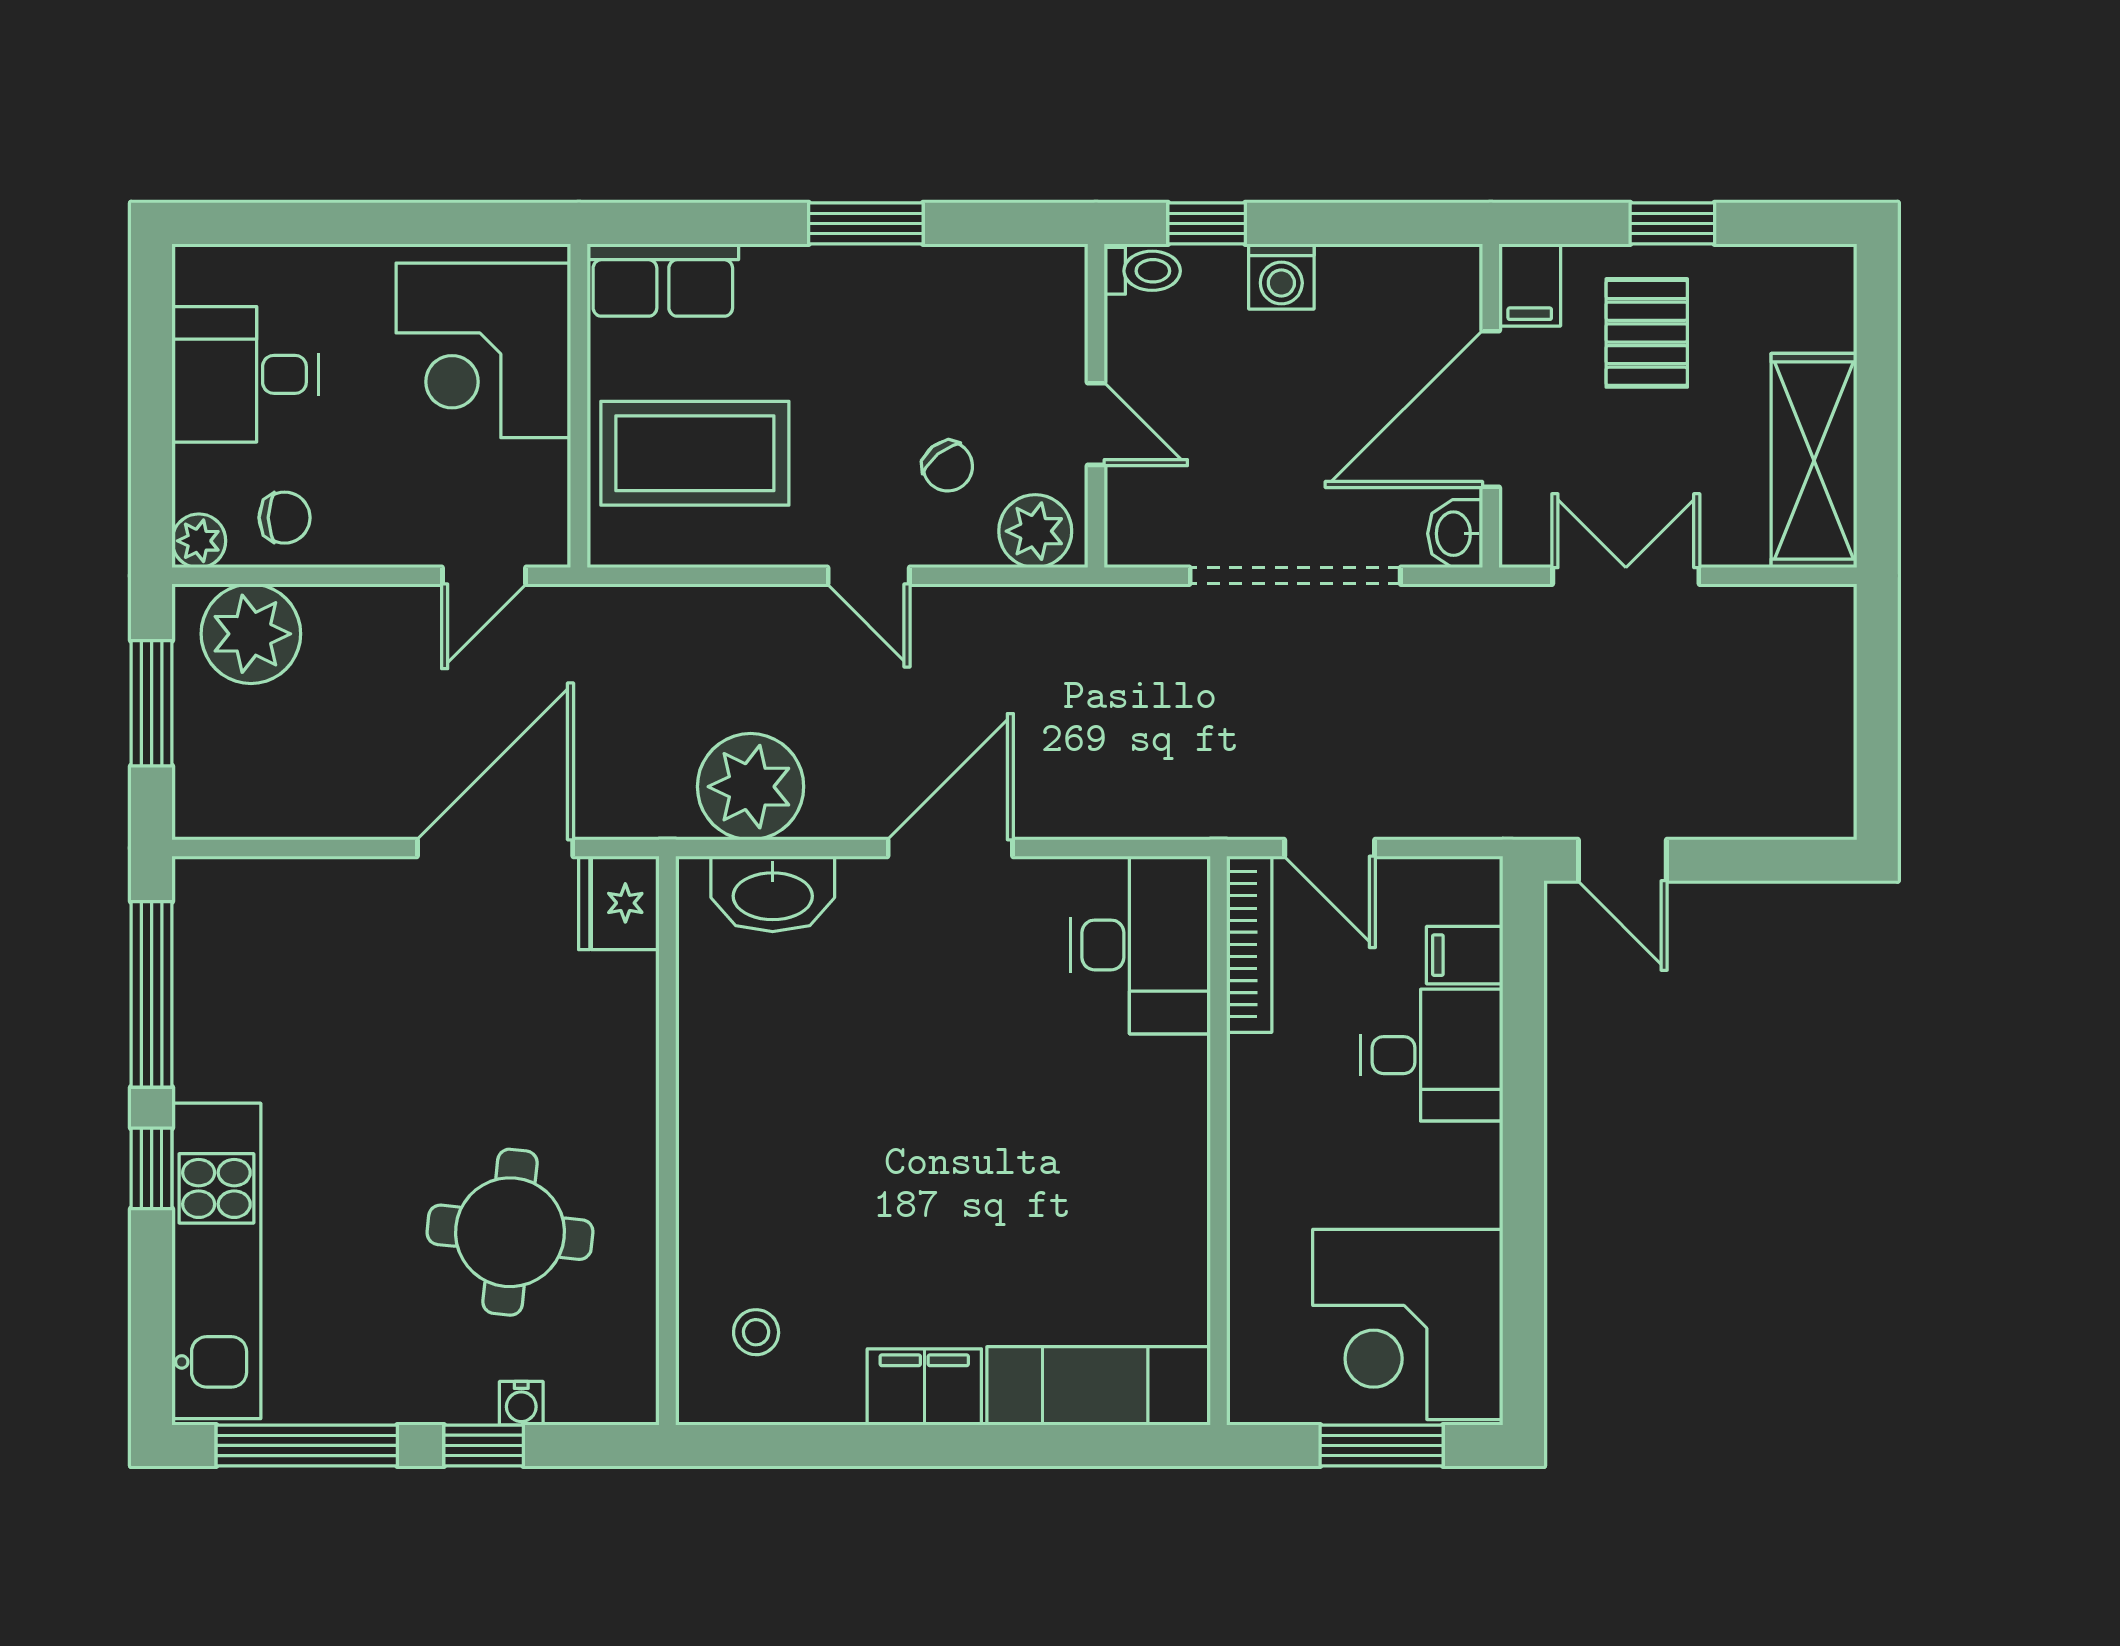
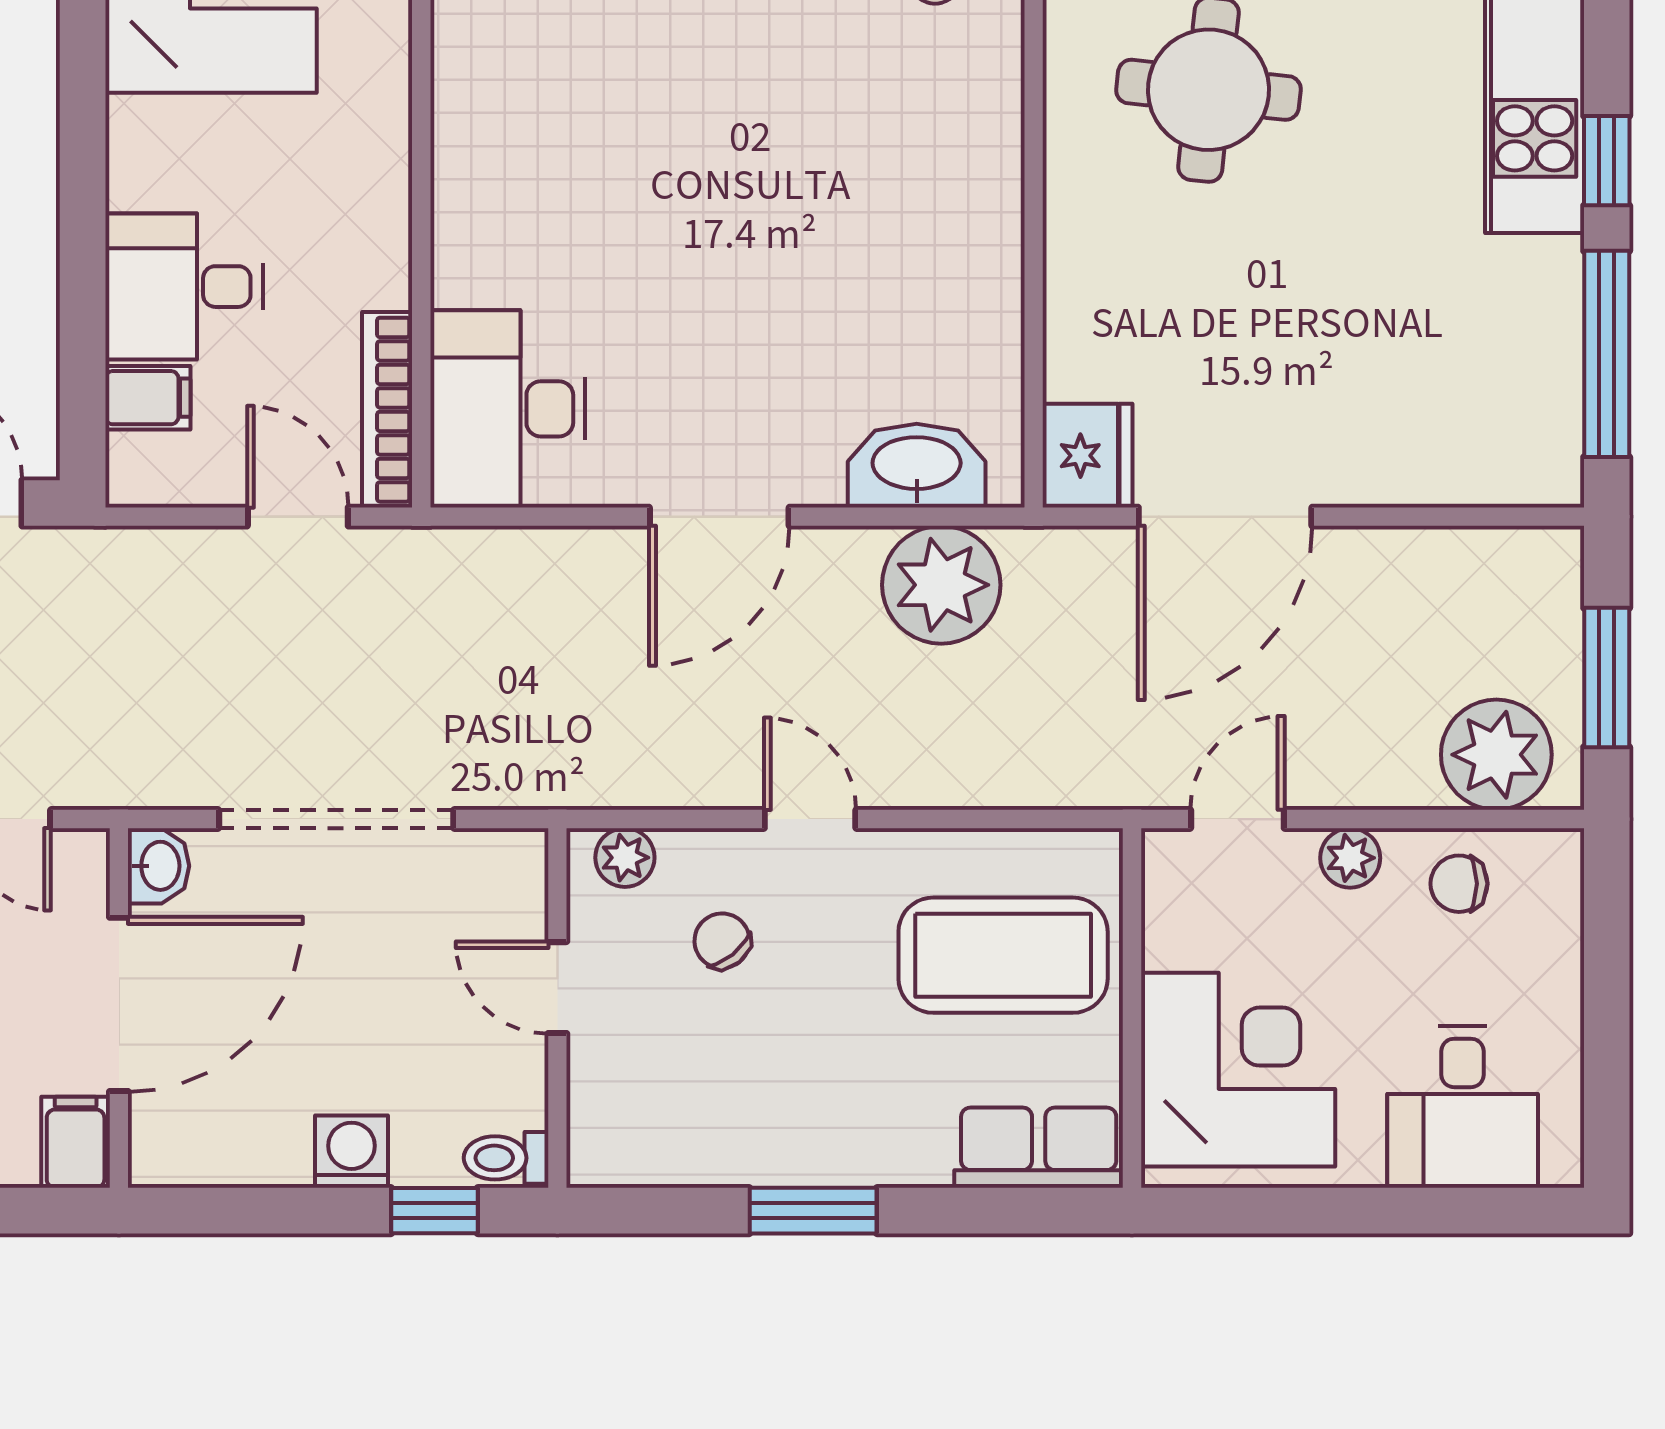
desk: (245, 374) -> (1463, 1107), moved, turned 90
plant: (1035, 531) -> (625, 858), width x0.73, depth x0.73
plant: (199, 541) -> (1350, 858), moved

